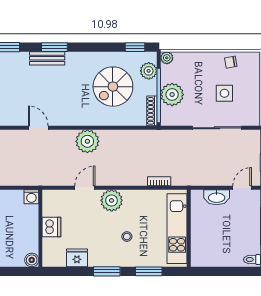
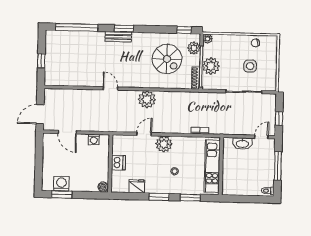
spiral stairs: (113, 87) -> (167, 59), turned -90
washing machine: (31, 197) -> (94, 140), moved

